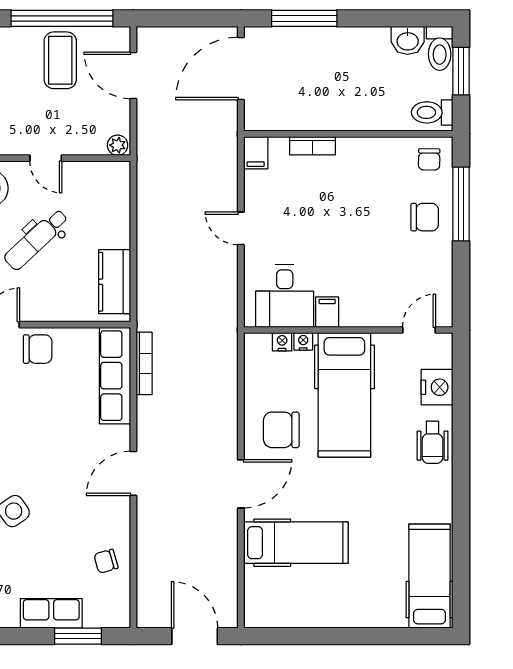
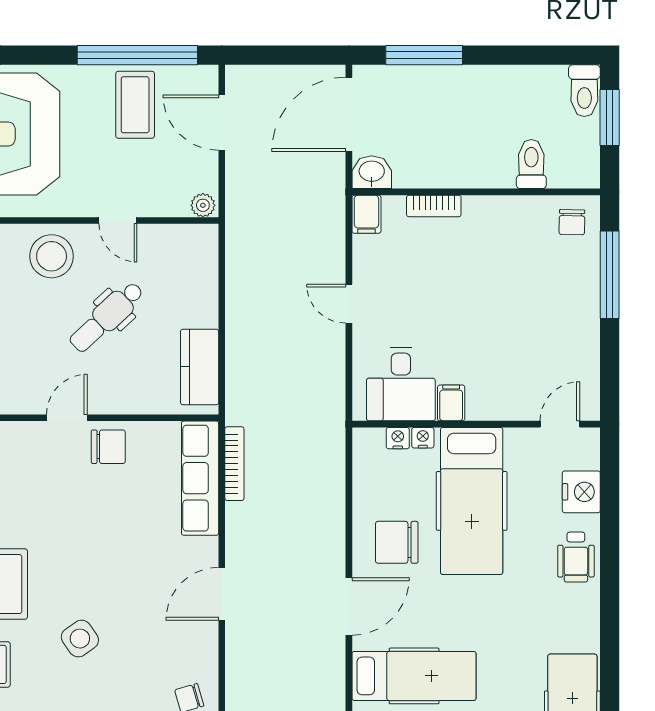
washbasin: (408, 40) -> (372, 172), moved, turned 180
toilet: (432, 112) -> (531, 164), moved, turned 90
chair: (425, 217) -> (567, 291), removed

